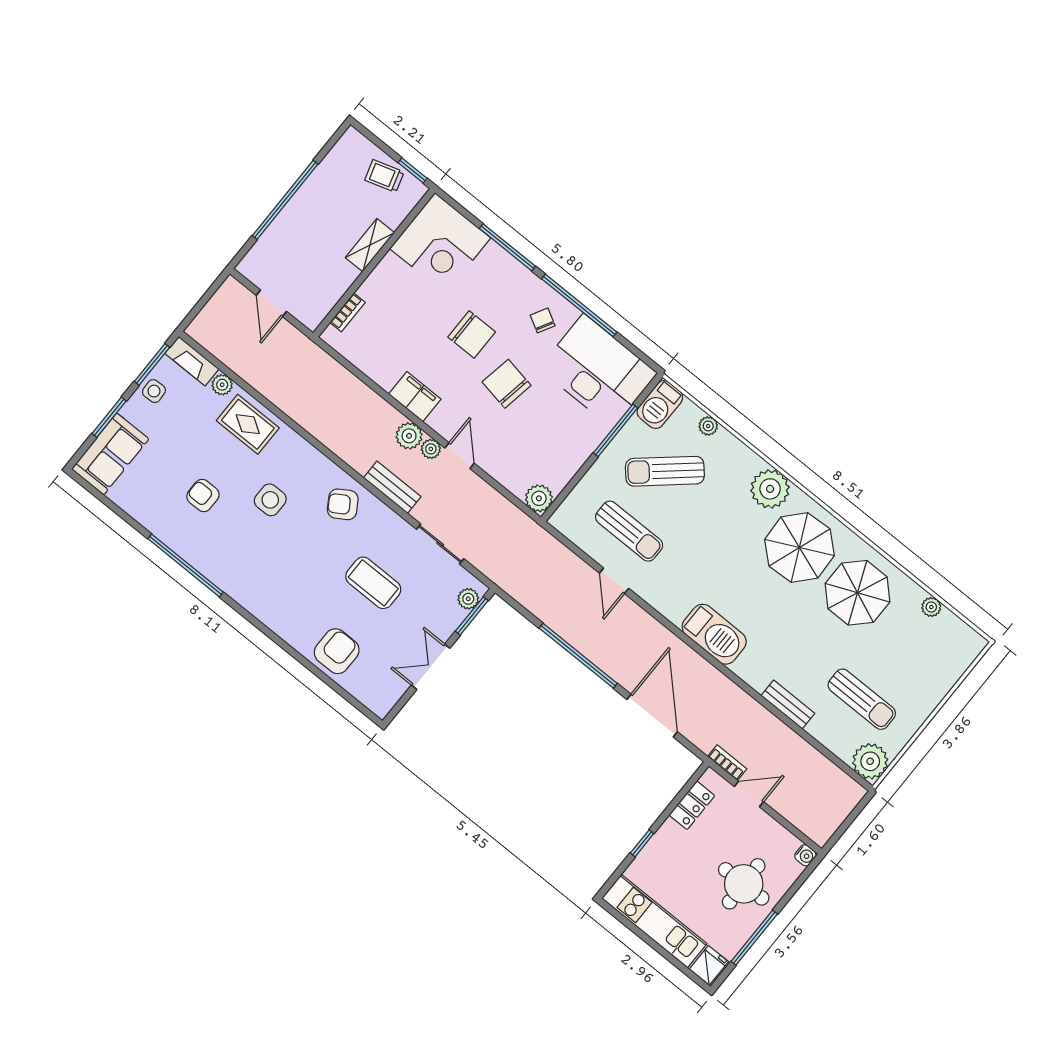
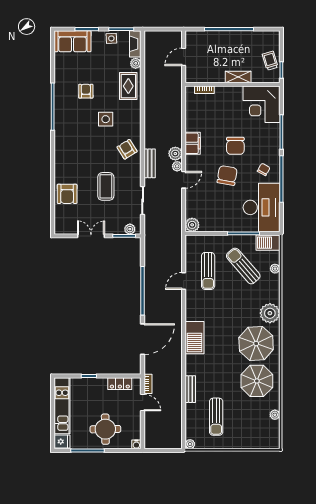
armchair: (337, 651) -> (67, 194), turned 90
plant: (870, 761) -> (190, 444), width x0.53, depth x0.53

